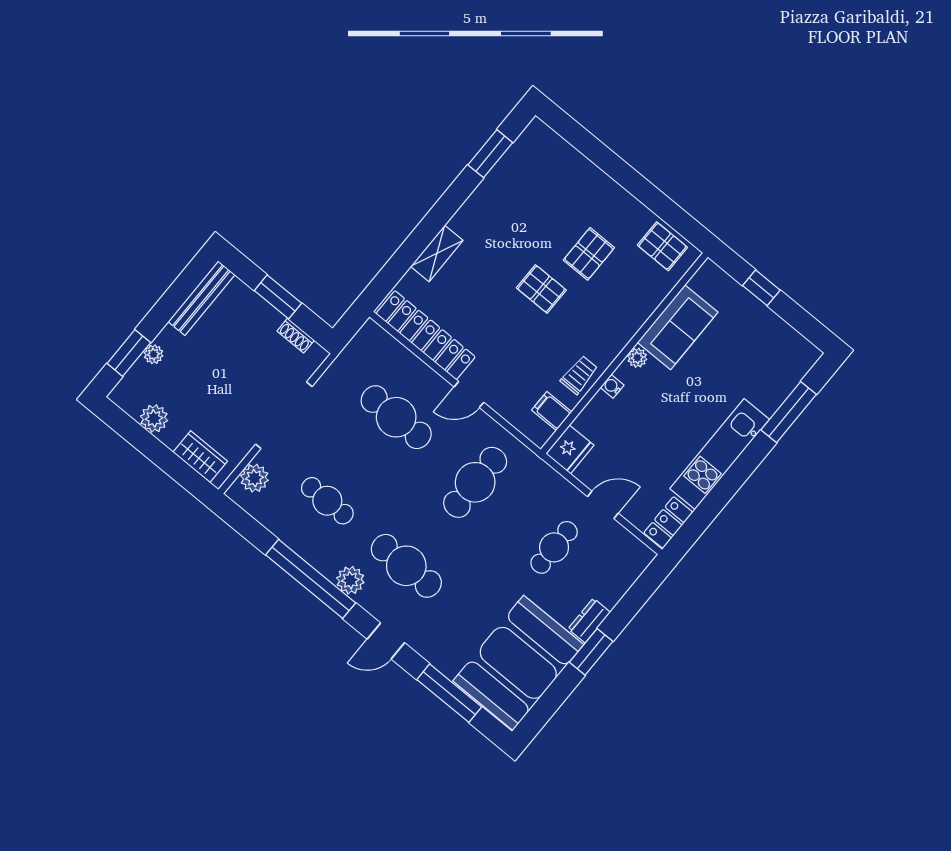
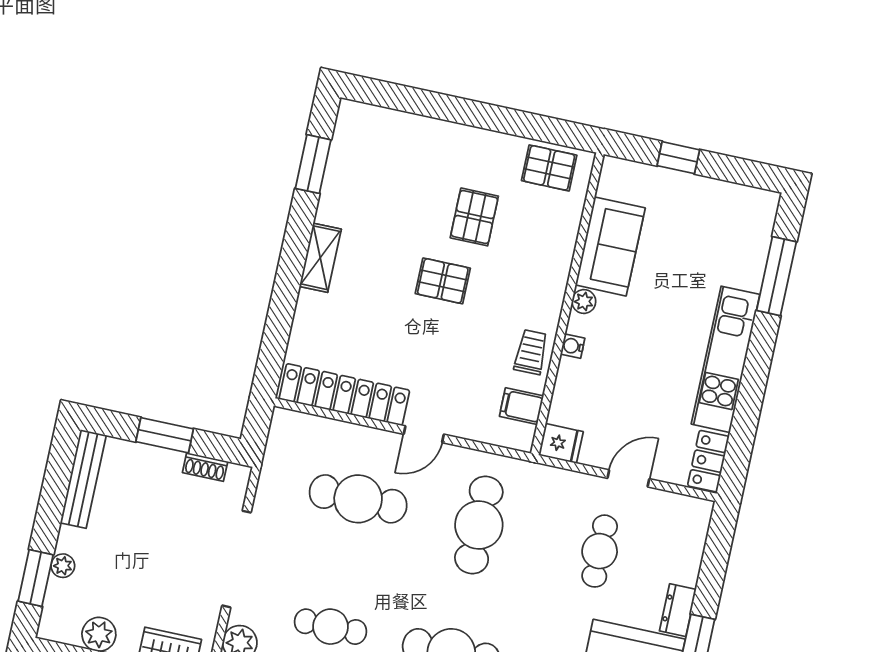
shelving: (437, 253) -> (320, 258), moved
fridge: (570, 449) -> (561, 443), width x0.72

